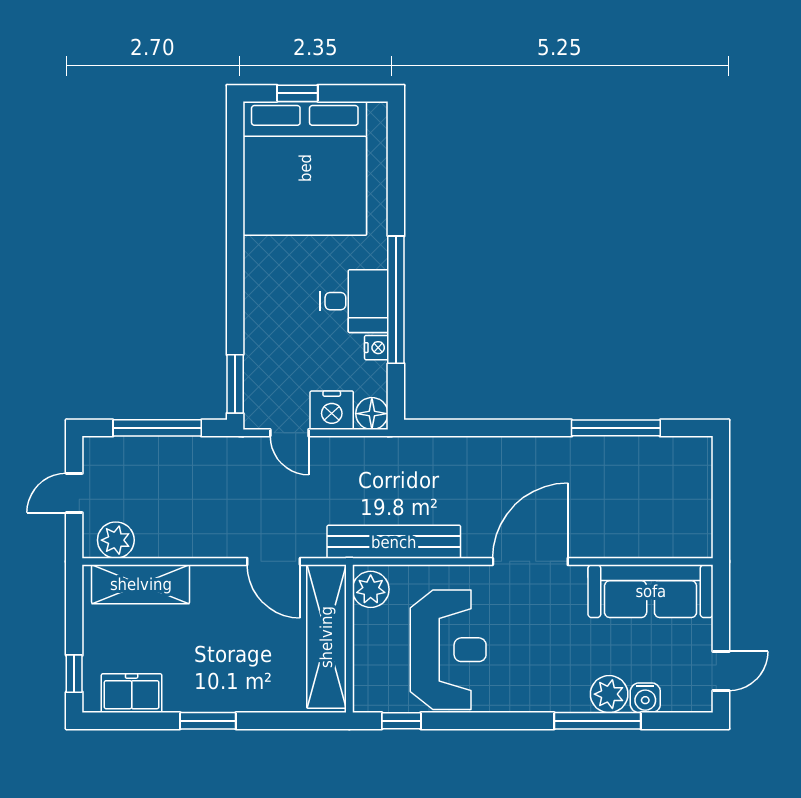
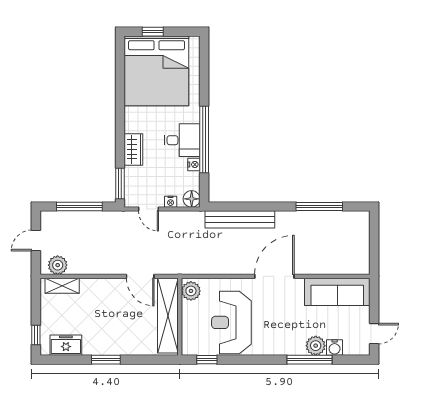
wardrobe: (261, 319) -> (133, 149), added
nightstand: (332, 410) -> (171, 202), width x0.53, depth x0.56
bench: (394, 542) -> (240, 219), moved
shelving: (141, 584) -> (62, 286), width x0.67, depth x0.75
reception desk: (448, 650) -> (231, 322), turned 180

